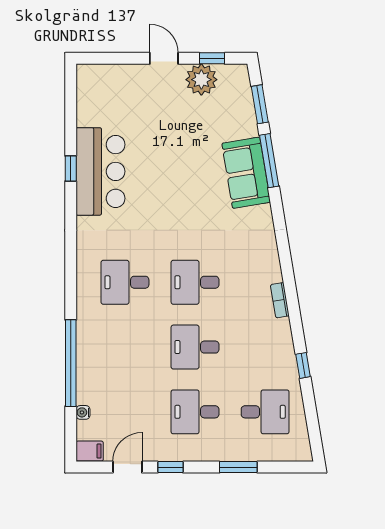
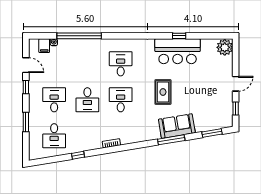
plant: (201, 80) -> (225, 47), moved
window: (269, 161) -> (171, 140), moved
rug: (180, 200) -> (163, 92), added
desk: (195, 347) -> (87, 100), turned 180
filing cabinet: (90, 451) -> (44, 46), moved

